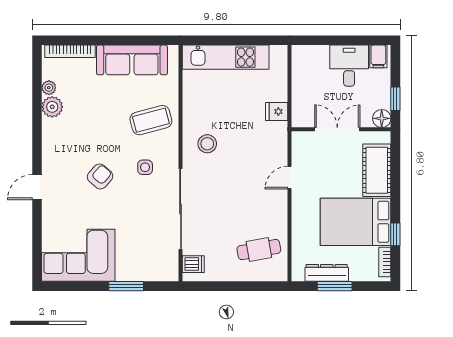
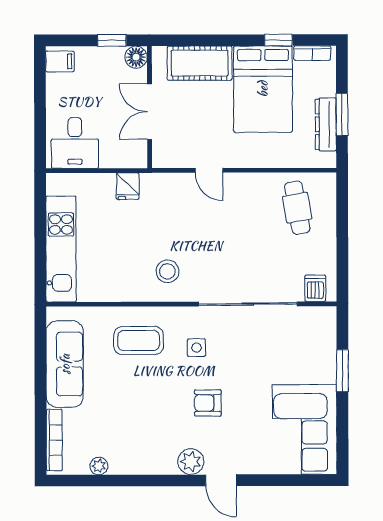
desk: (349, 66) -> (75, 143), moved, turned -90
plant: (52, 107) -> (191, 462), moved
coffee table: (151, 120) -> (139, 341), turned -75
armchair: (100, 176) -> (208, 403), turned -41

